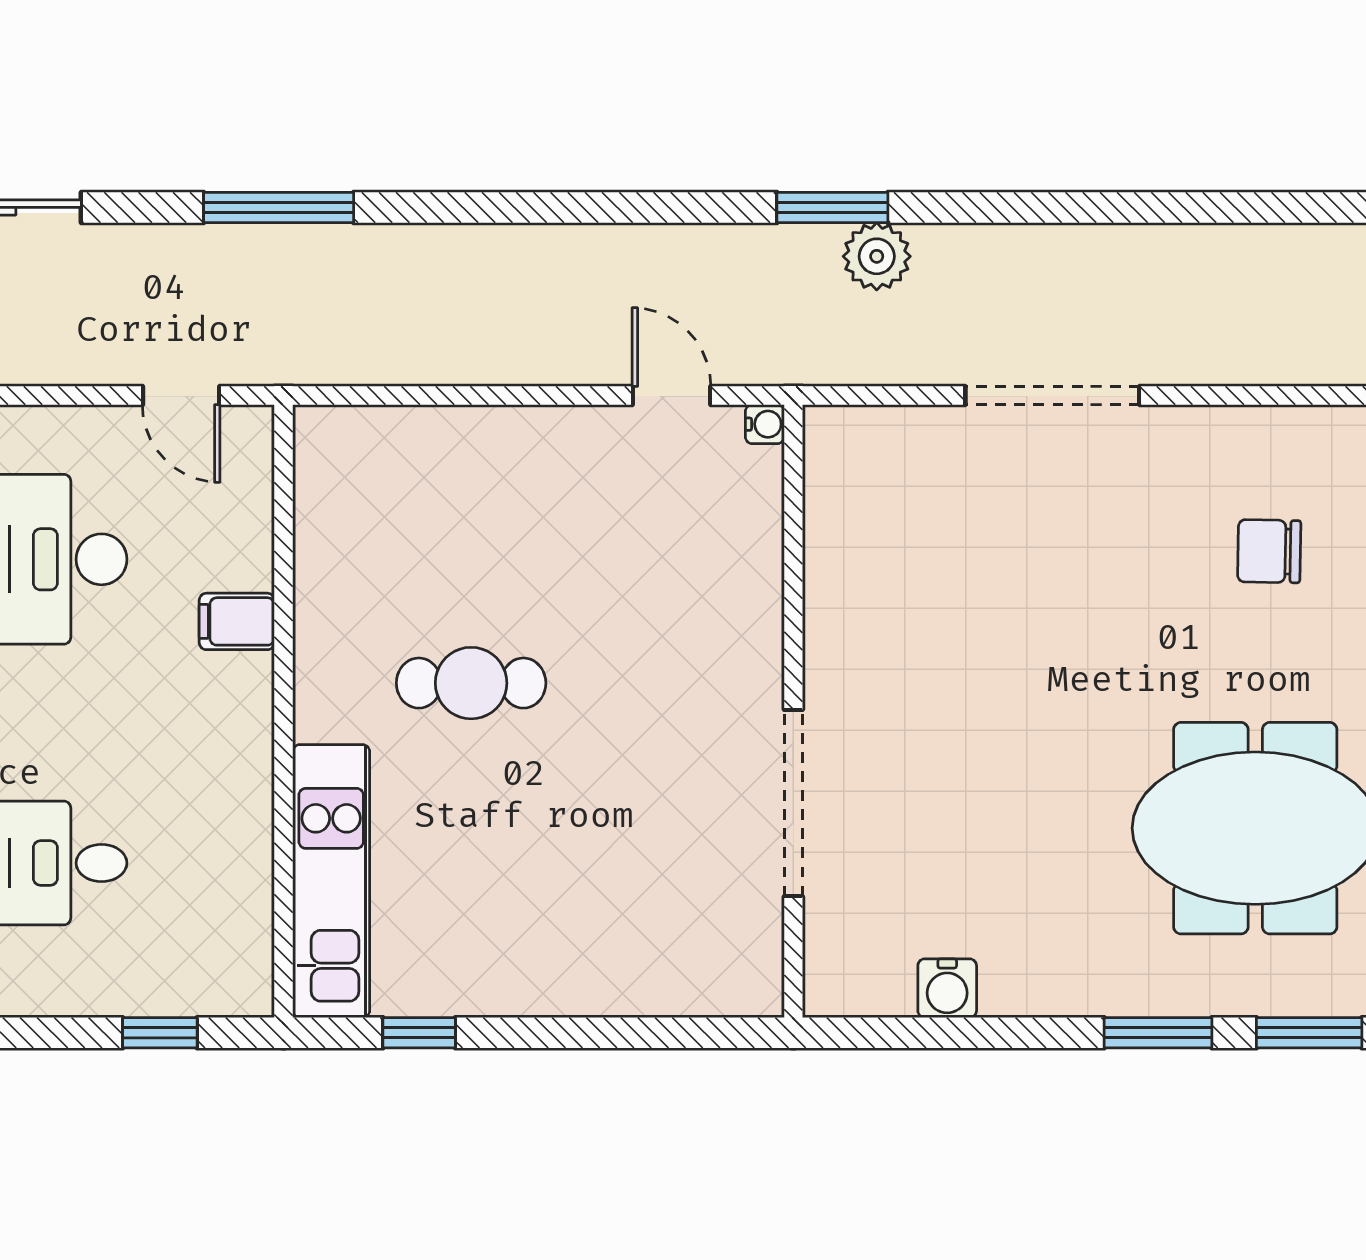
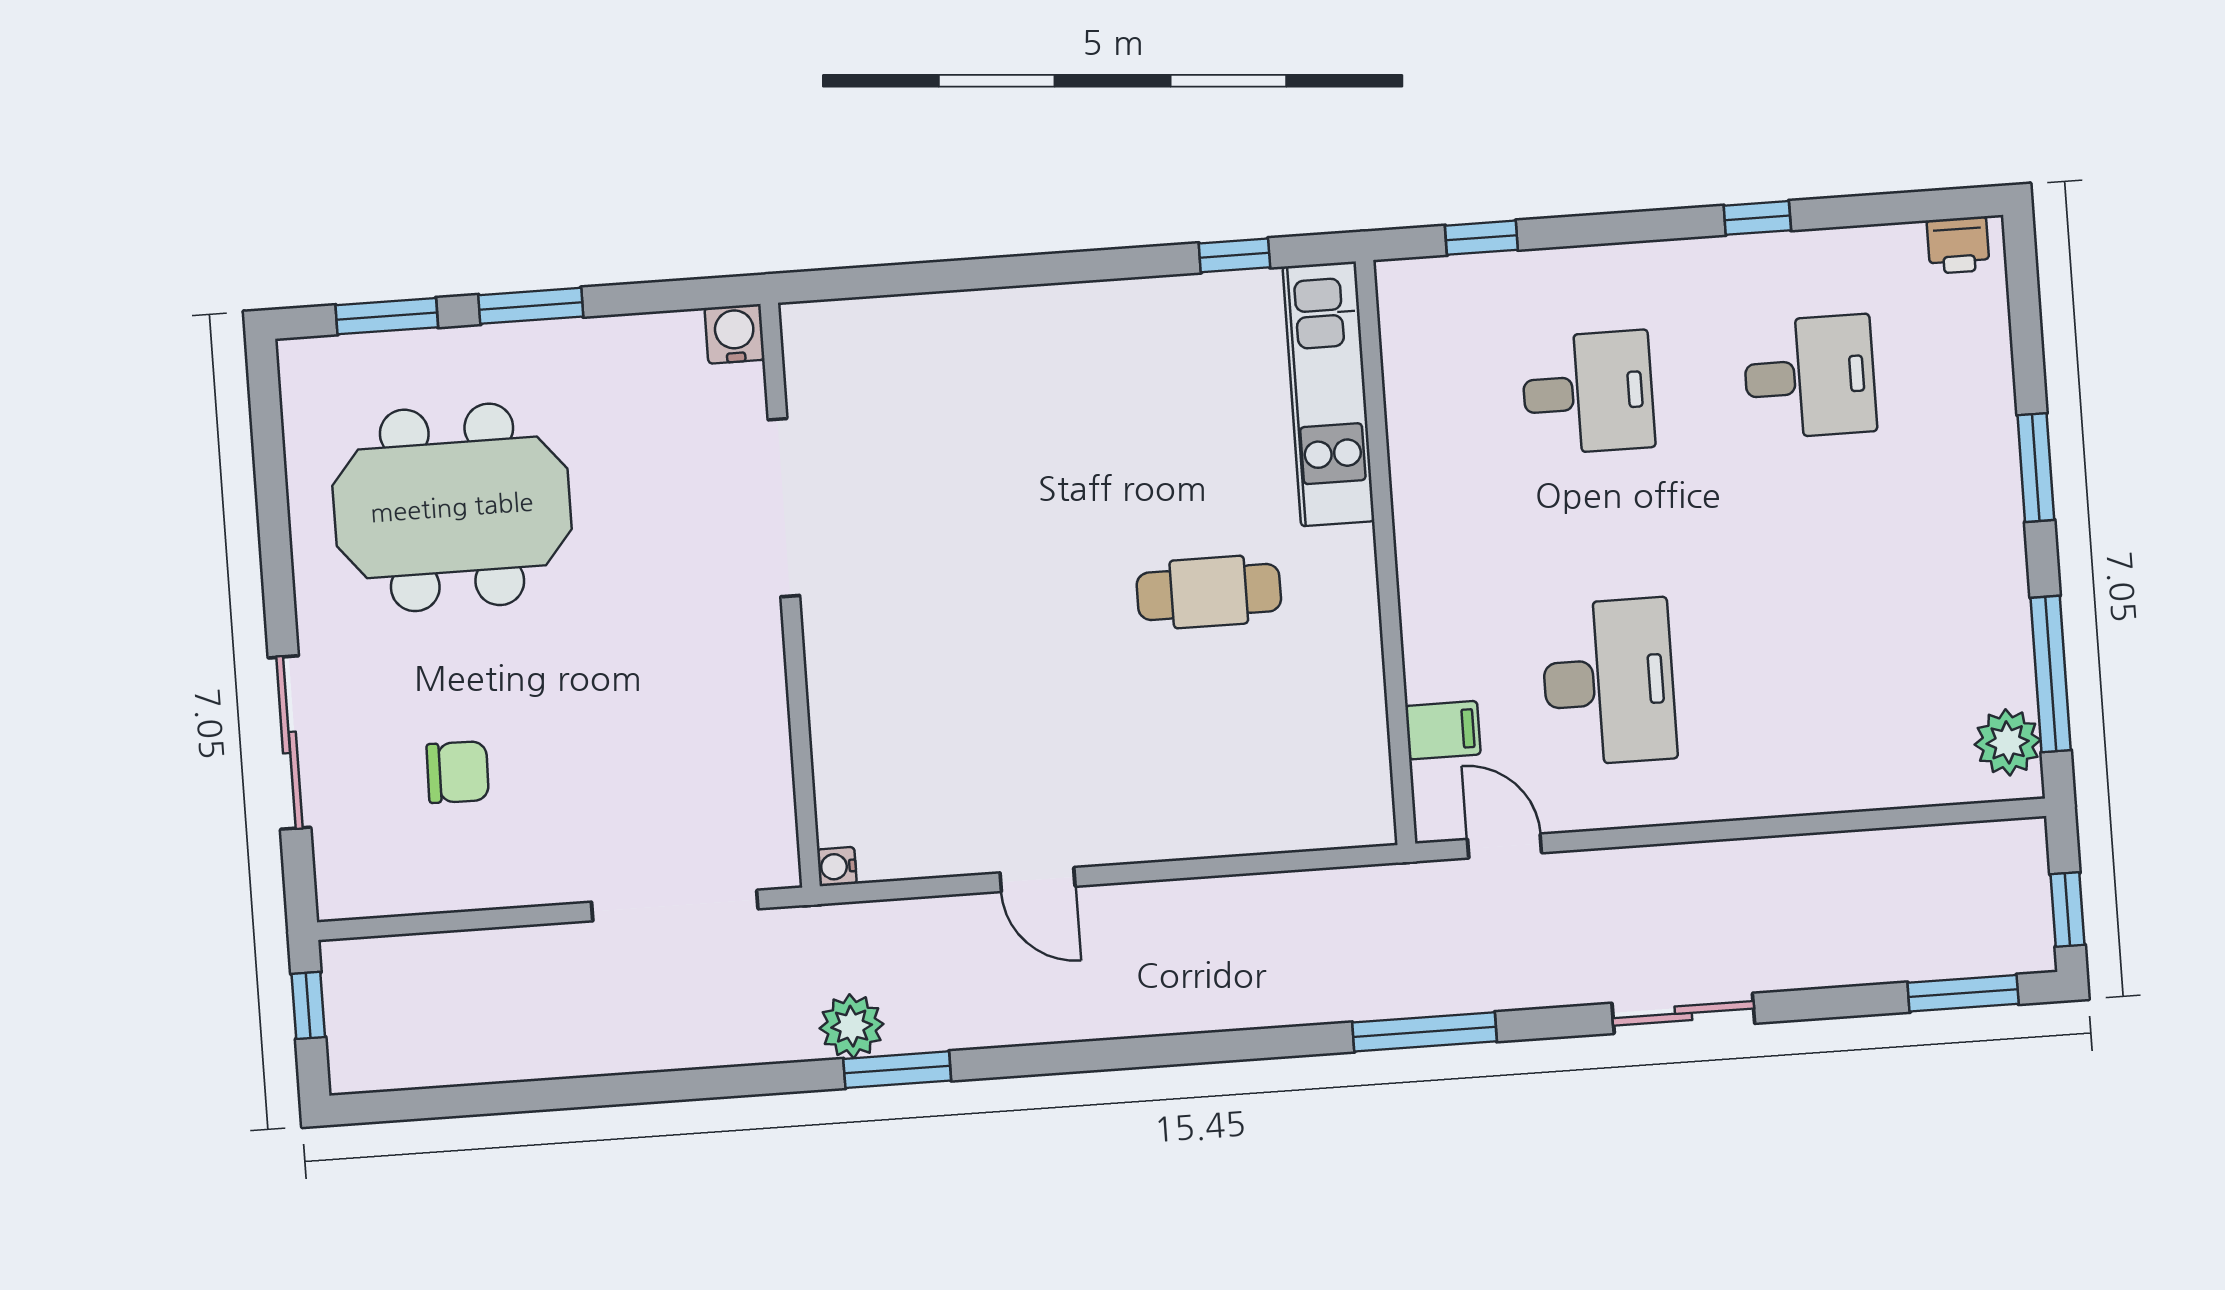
water cooler: (765, 424) -> (837, 867), moved
filing cabinet: (237, 621) -> (1443, 730), moved
wall: (793, 711) -> (790, 595), moved
doorway: (793, 803) -> (784, 508), moved

